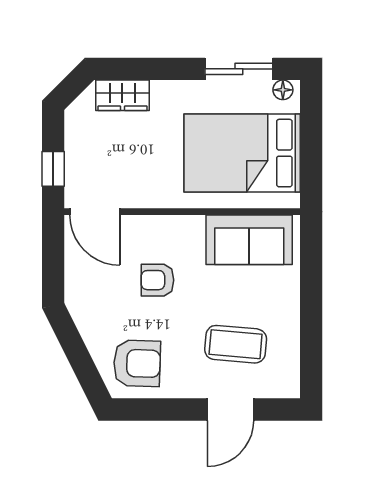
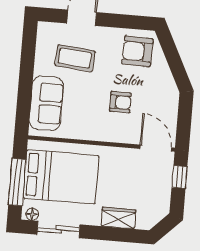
wardrobe: (122, 95) -> (118, 218), moved
window: (311, 139) -> (17, 182), added
sofa: (249, 240) -> (46, 103), moved, turned 90

